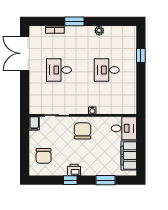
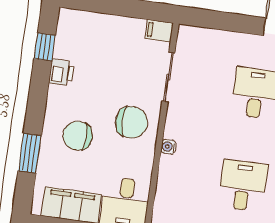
chair: (44, 156) -> (78, 136), moved
printer: (74, 170) -> (61, 72), moved
window: (70, 180) -> (45, 47), moved

